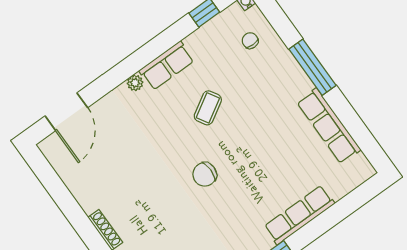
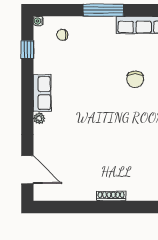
coffee table: (208, 108) -> (83, 87), removed
chair: (205, 174) -> (135, 79), moved

